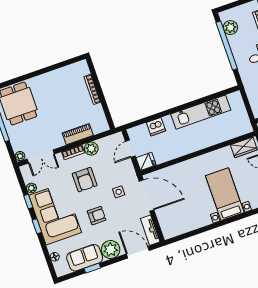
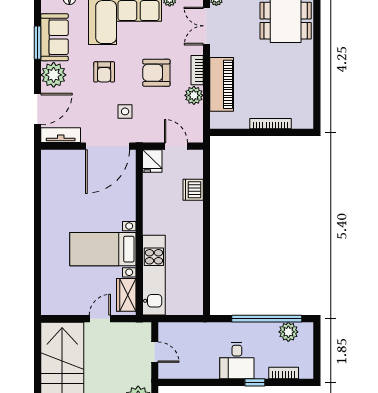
kitchen unit: (201, 112) -> (154, 275), moved, turned 180
piano: (78, 134) -> (222, 84), width x1.37, depth x1.33
bed with nightstands: (225, 194) -> (103, 249), moved, turned 180
window: (92, 268) -> (37, 43), width x1.50

